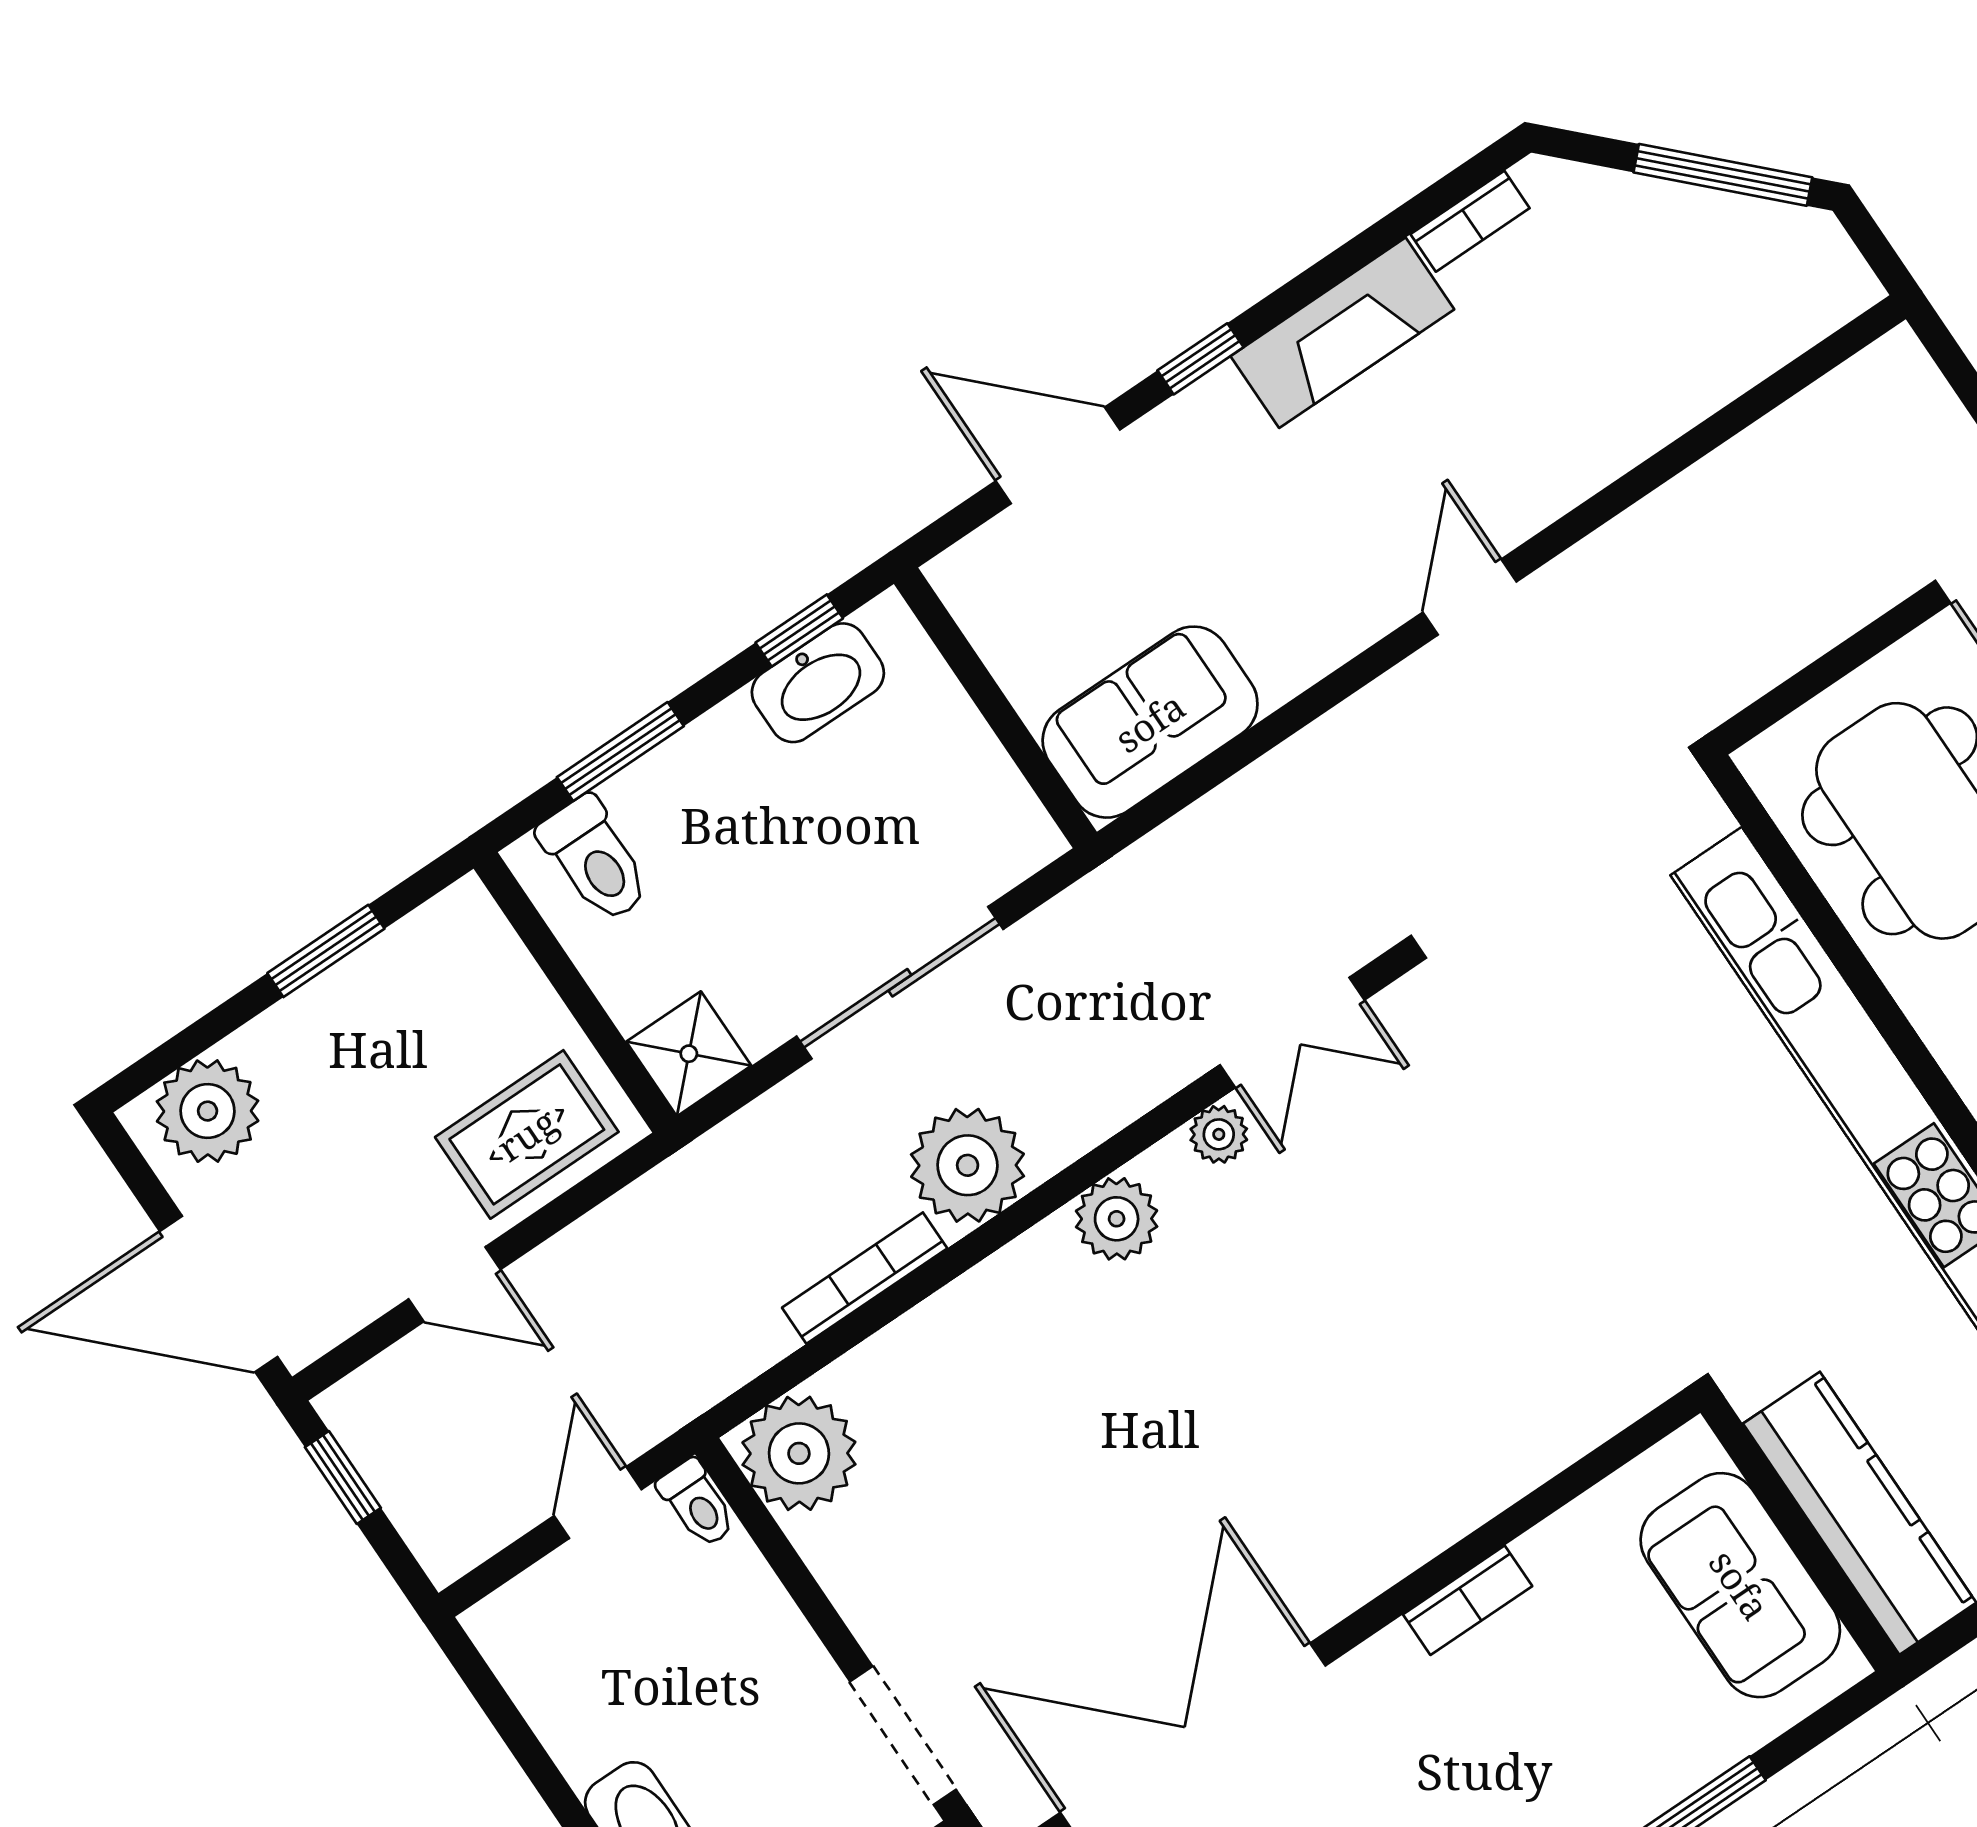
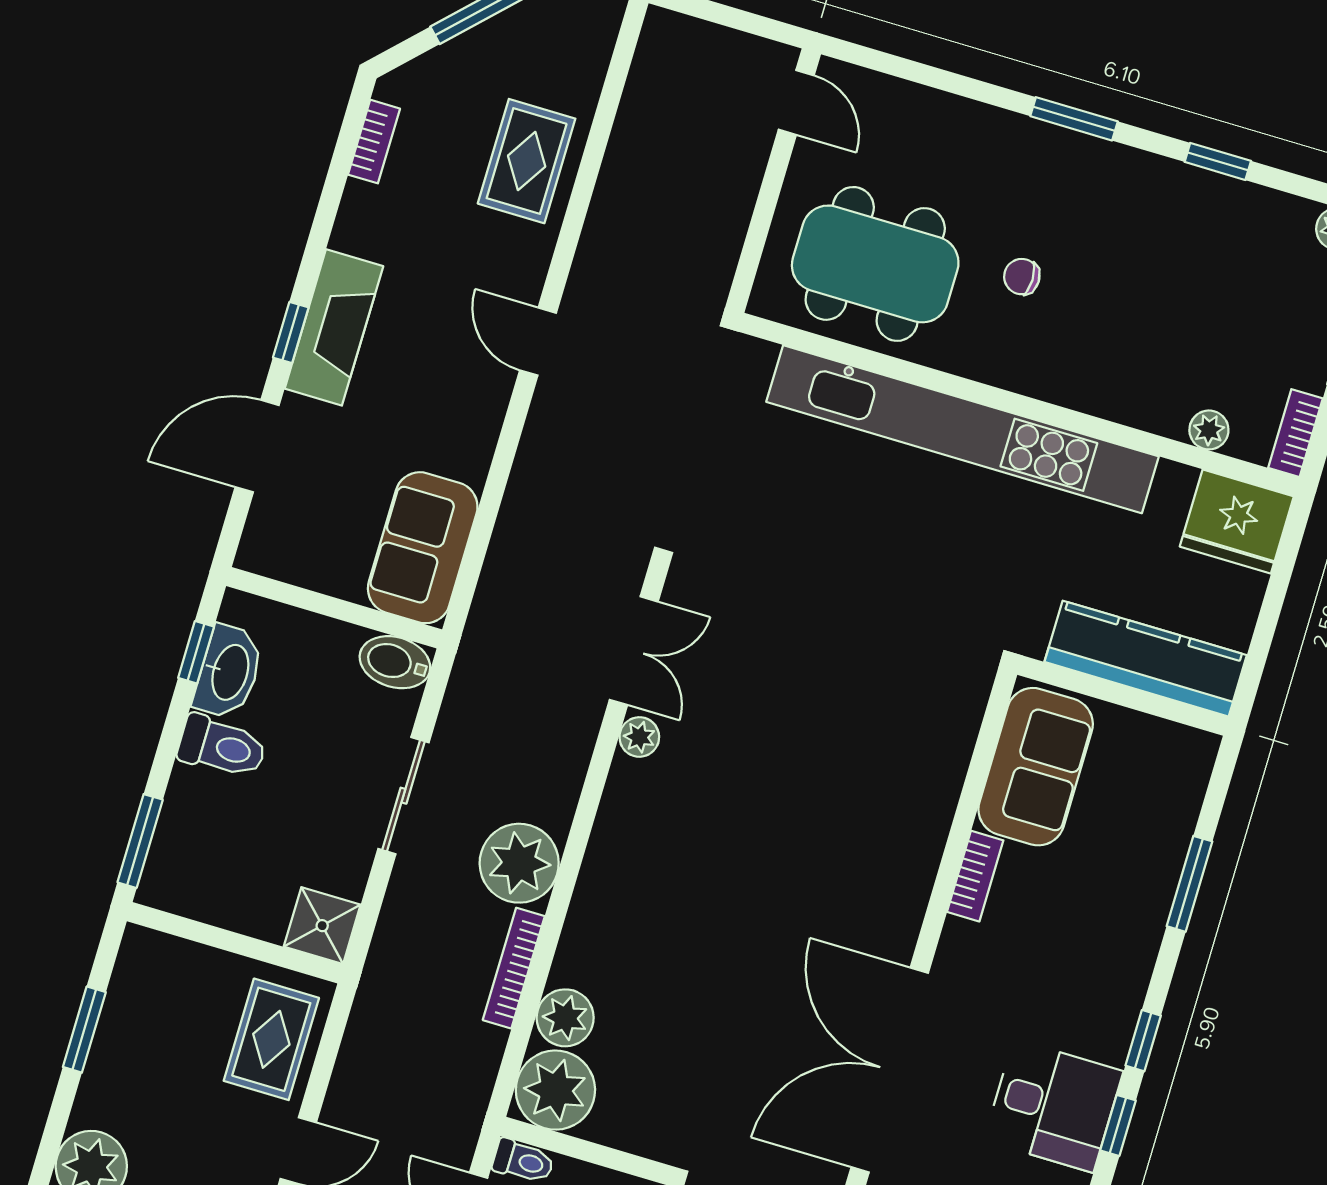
fireplace: (1342, 333) -> (334, 327), moved
rug: (1623, 384) -> (527, 161), added
window: (620, 752) -> (140, 841), moved
bidet: (1013, 825) -> (395, 662), added
toilet: (595, 860) -> (222, 747), moved
sliding door: (900, 983) -> (403, 796), width x0.73
plant: (1117, 1219) -> (565, 1018), moved
sofa: (1740, 1585) -> (1036, 767), moved, turned -90

